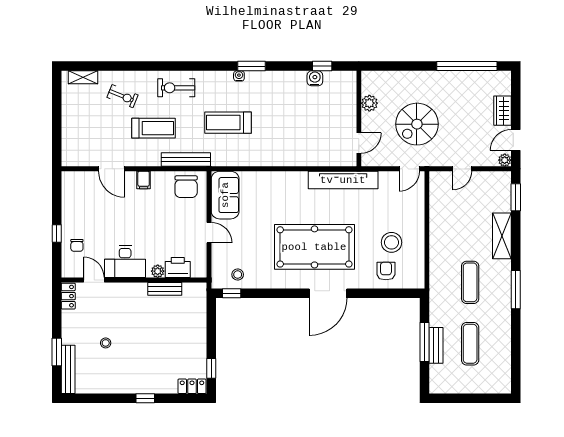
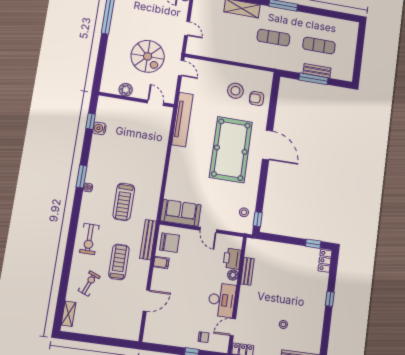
filing cabinet: (144, 180) -> (161, 263), moved
door: (209, 233) -> (208, 230), swing flipped

